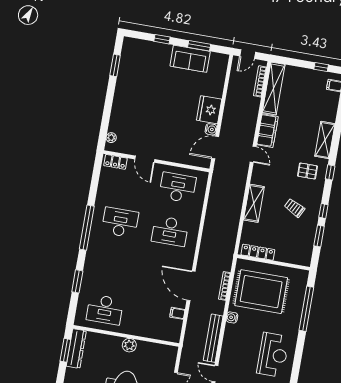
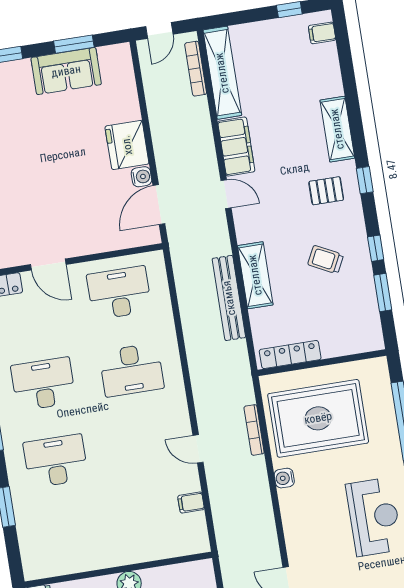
door: (191, 286) -> (198, 449), width x0.53
desk: (105, 310) -> (56, 461), moved, turned 180
bench: (213, 338) -> (229, 298), moved

